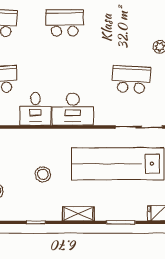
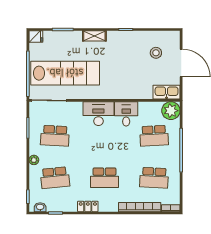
school desk: (131, 23) -> (55, 178), added
stool: (43, 174) -> (121, 65), removed

